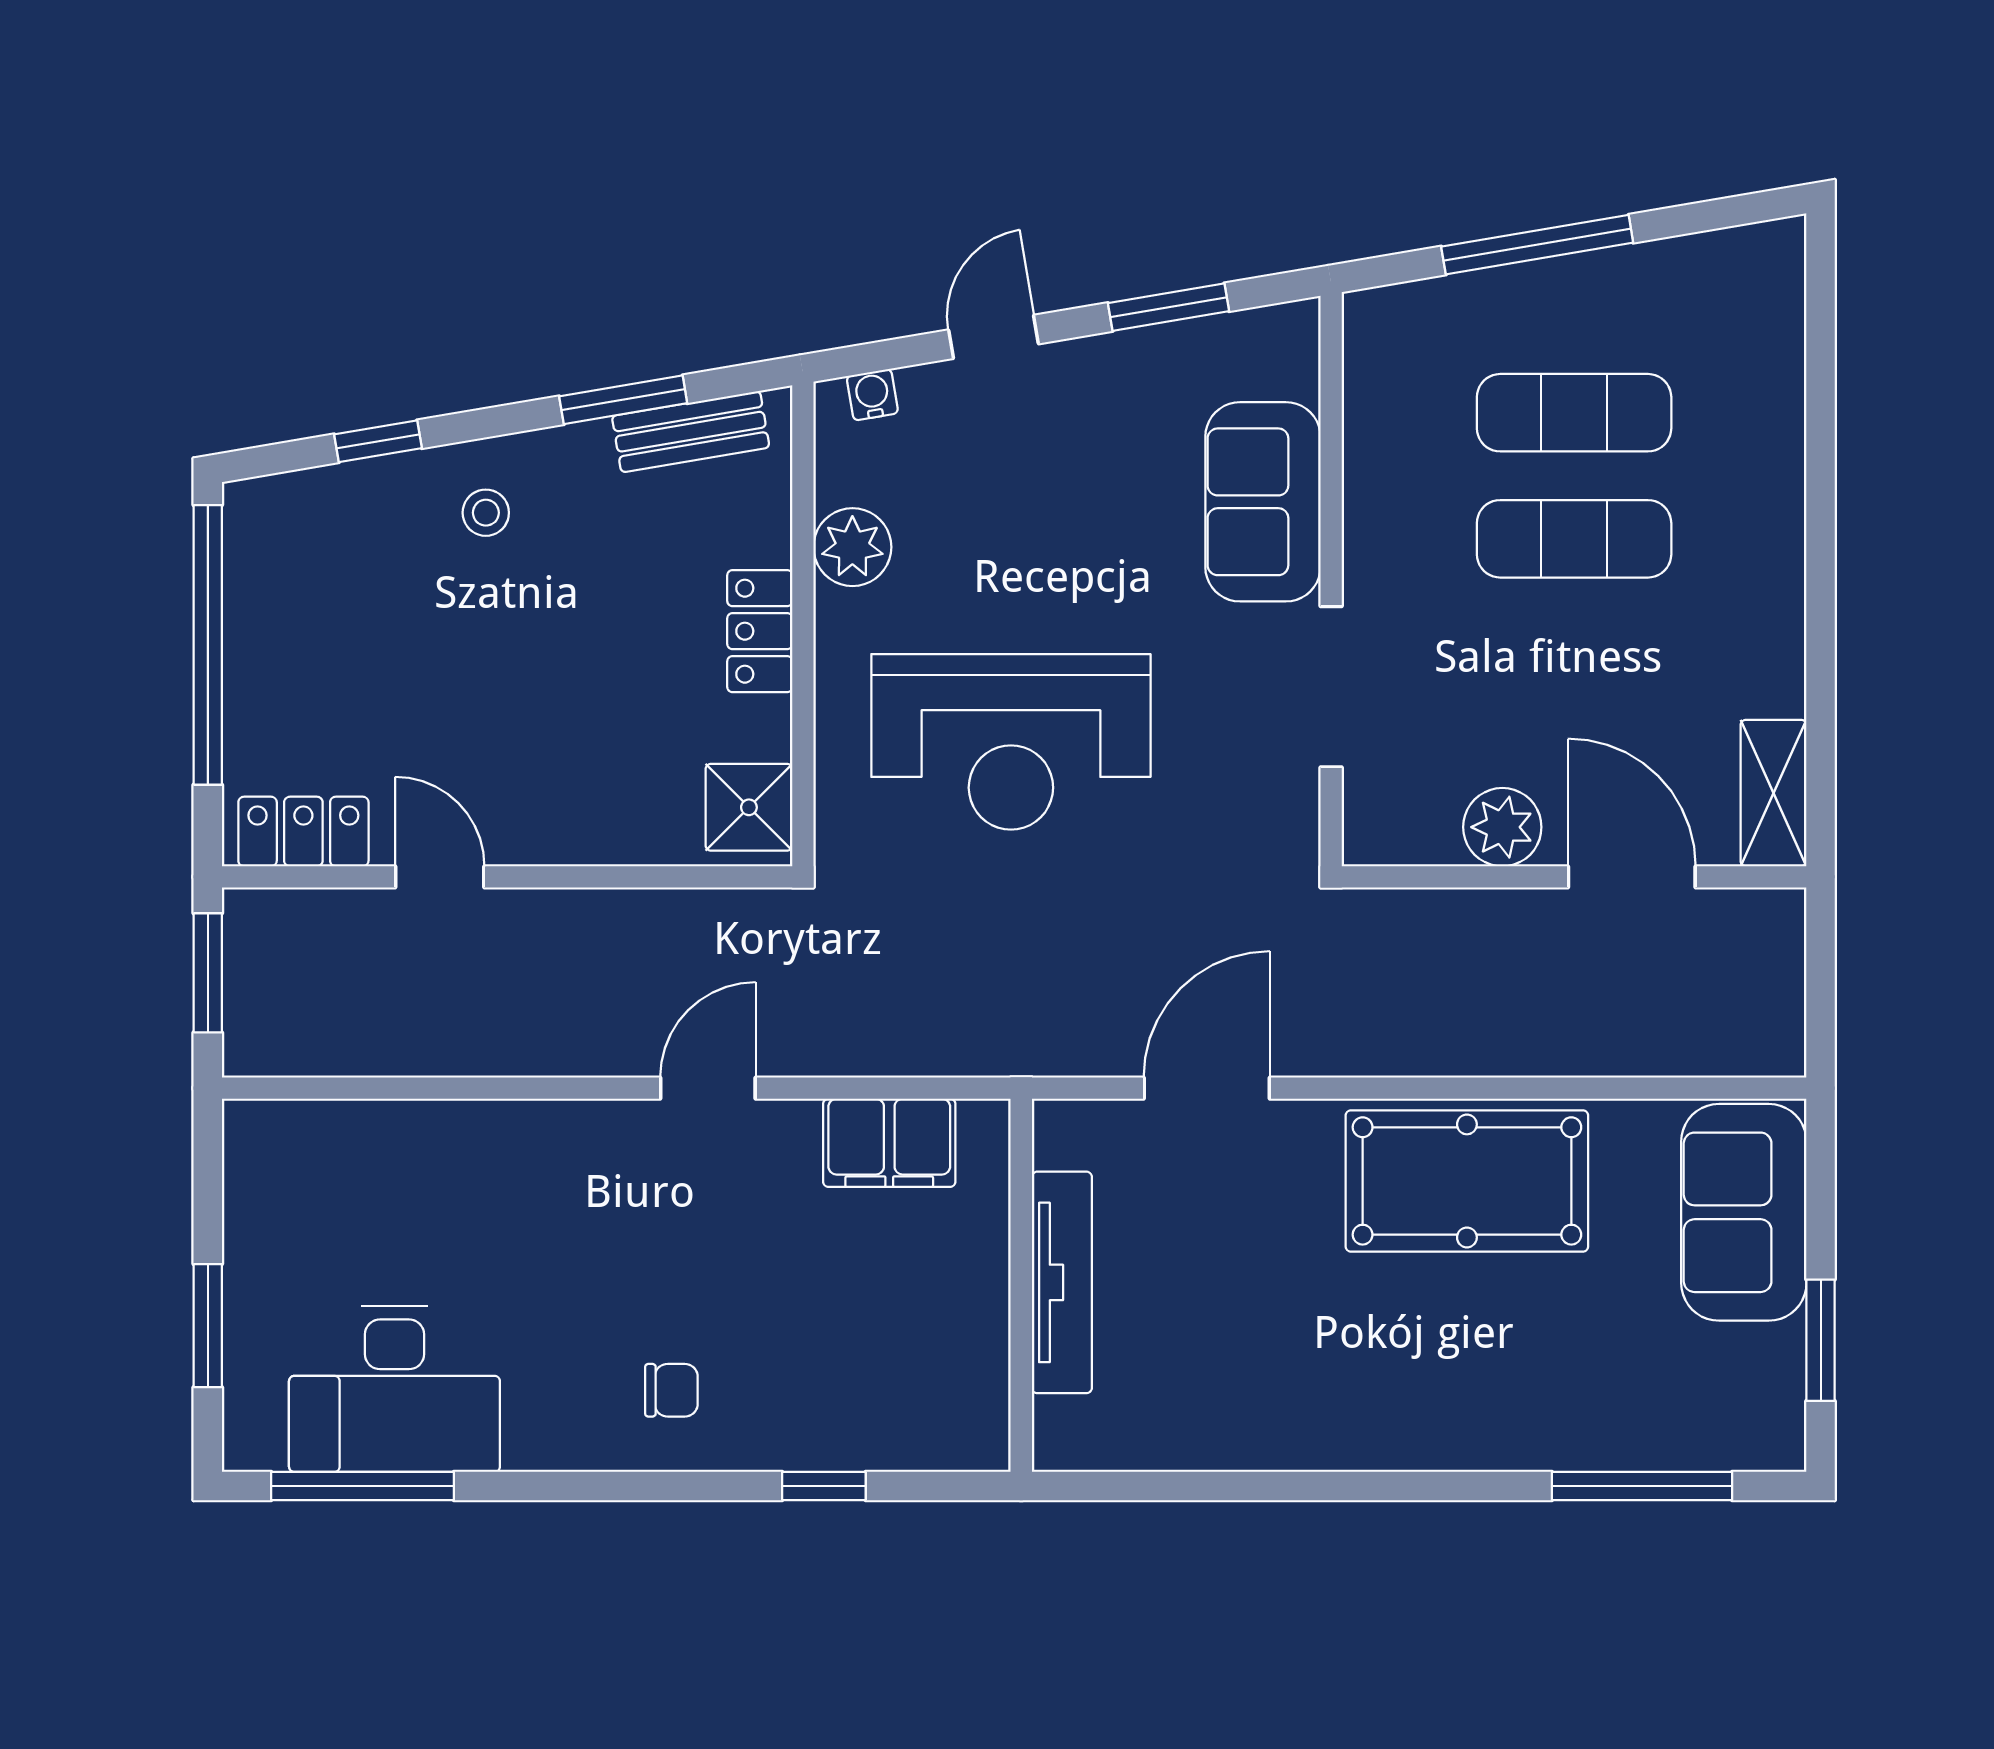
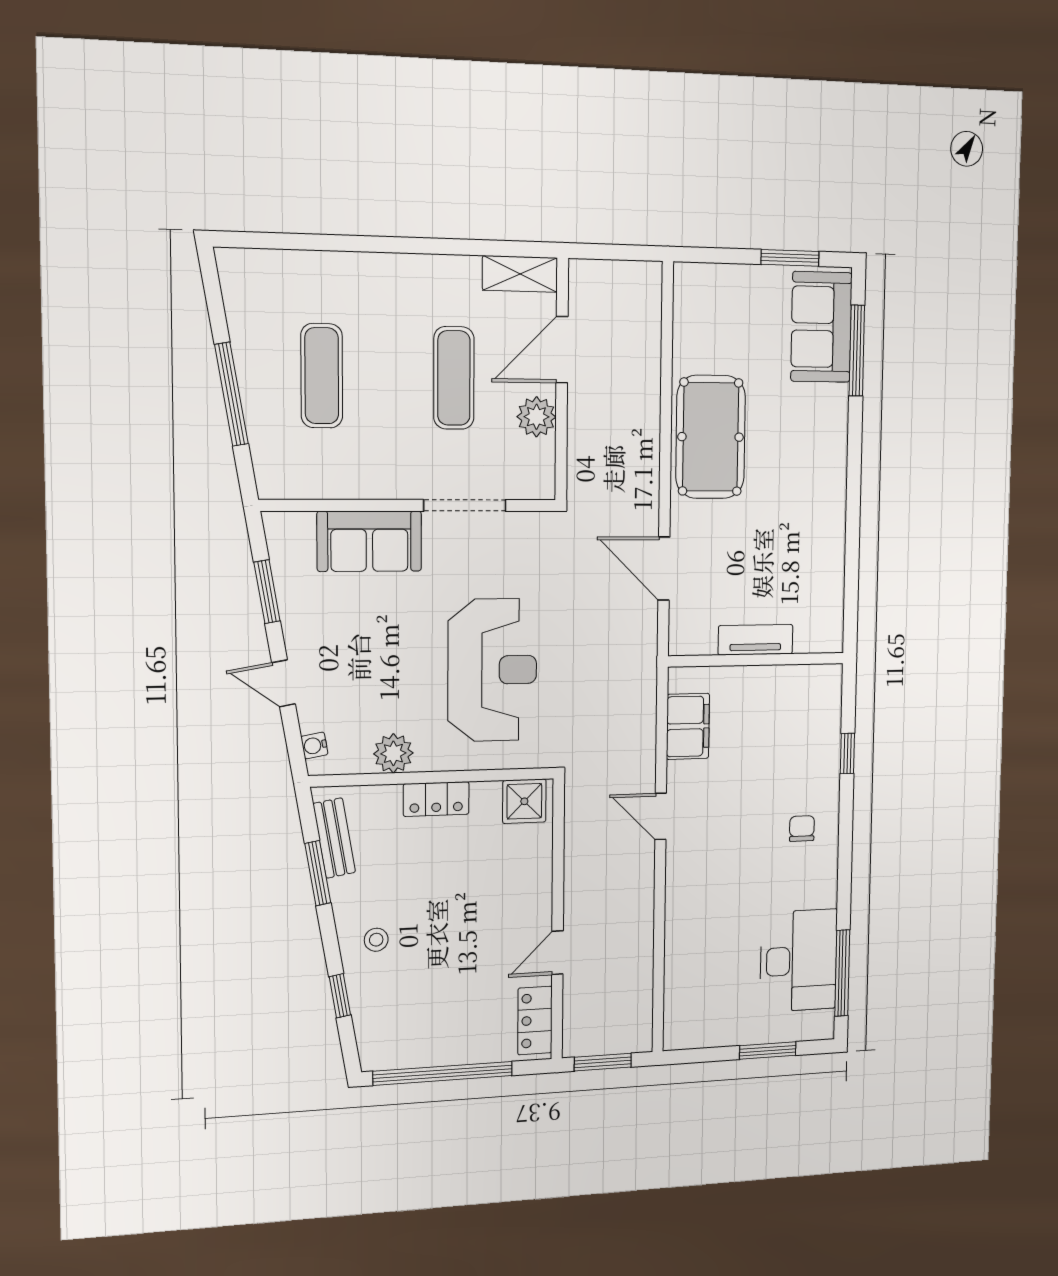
exercise mat: (1574, 539) -> (454, 378), moved
sofa: (1744, 1212) -> (821, 327), moved, turned 90
tv unit: (1062, 1282) -> (755, 640), width x0.71

